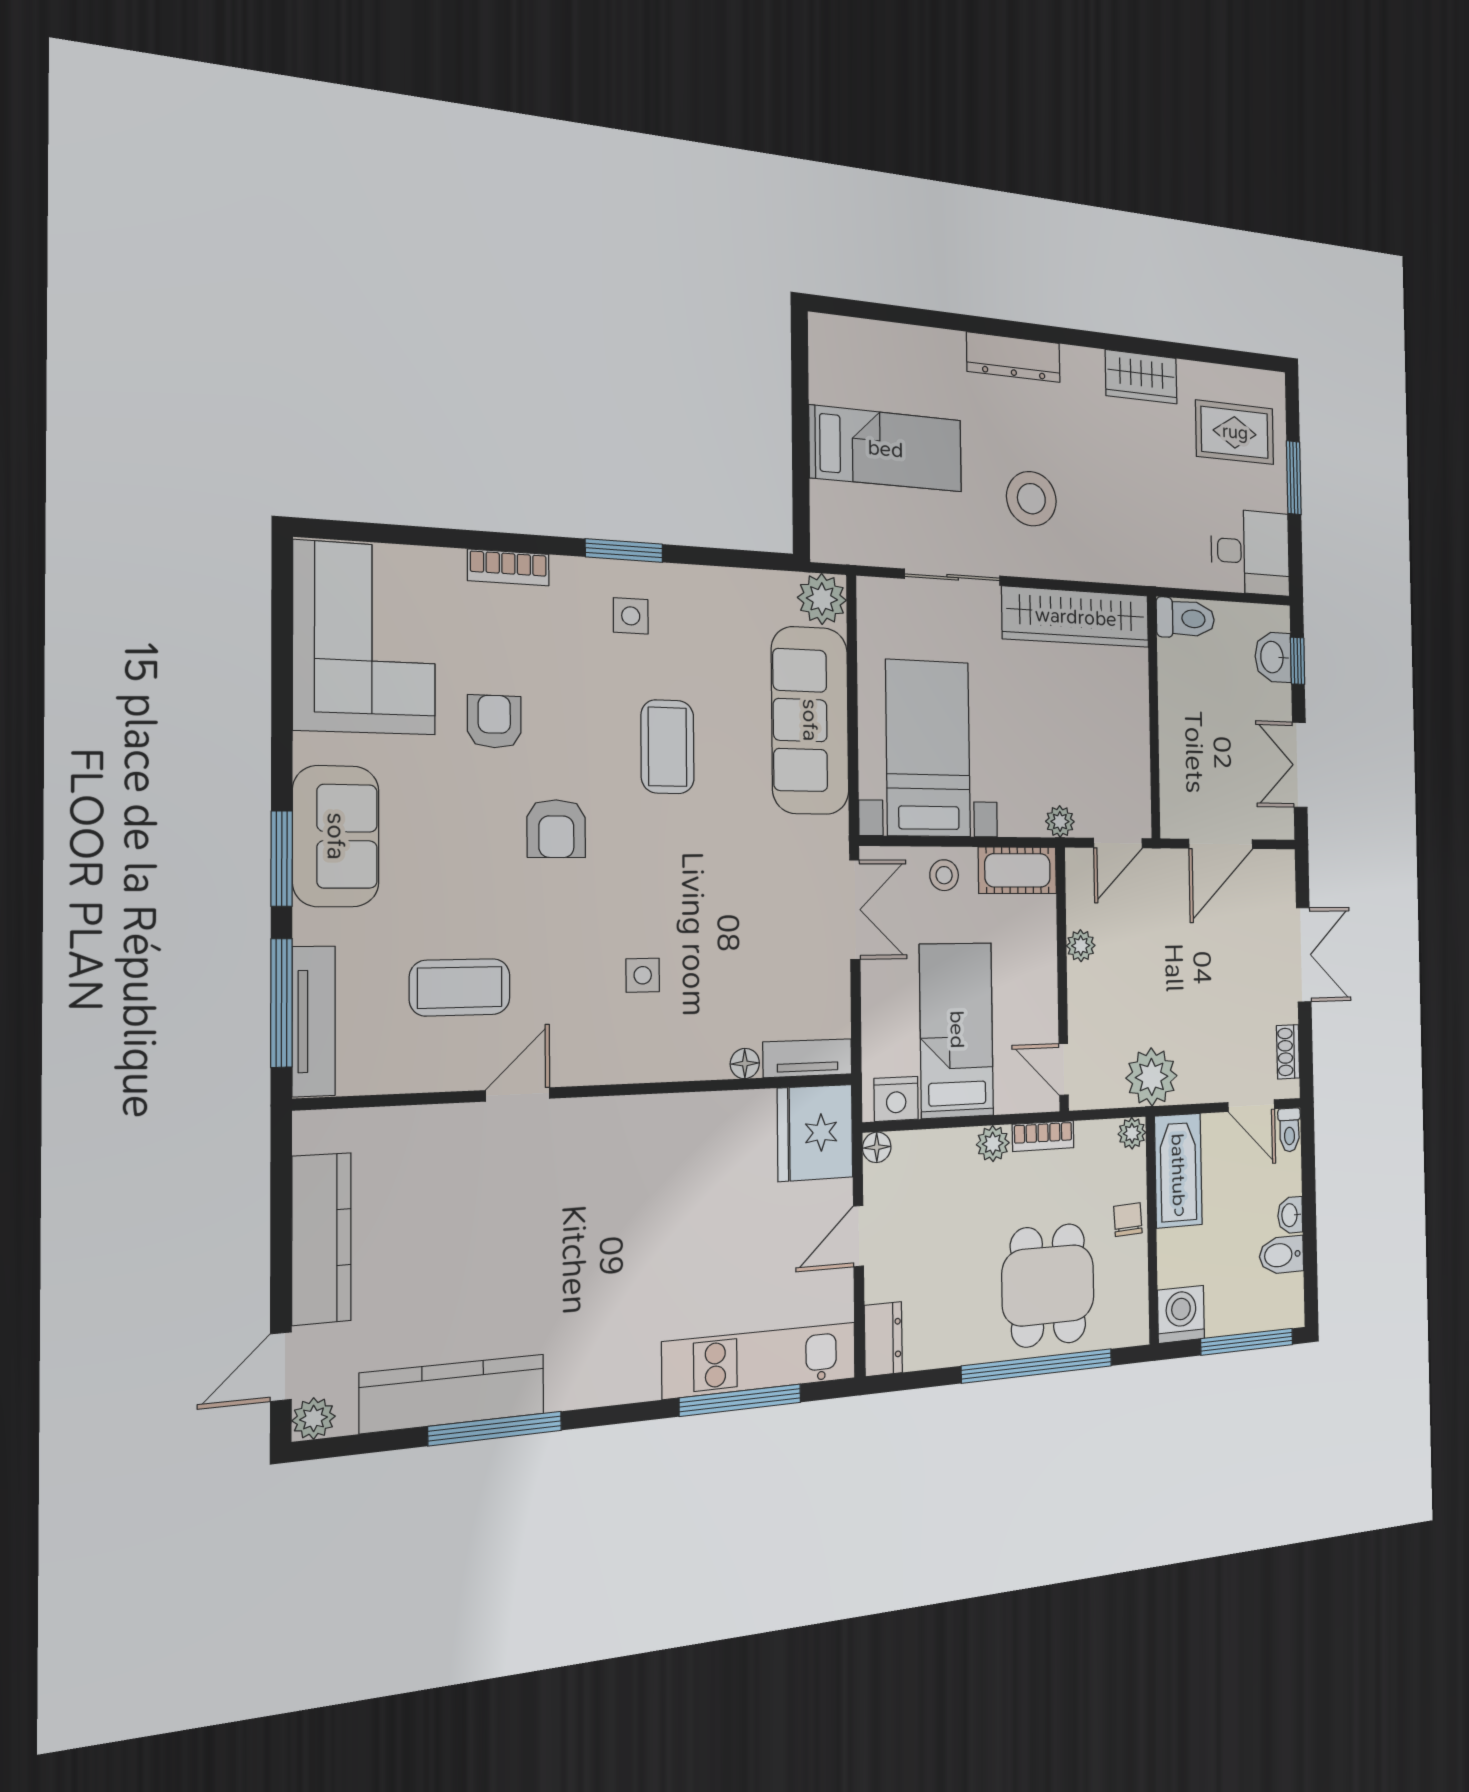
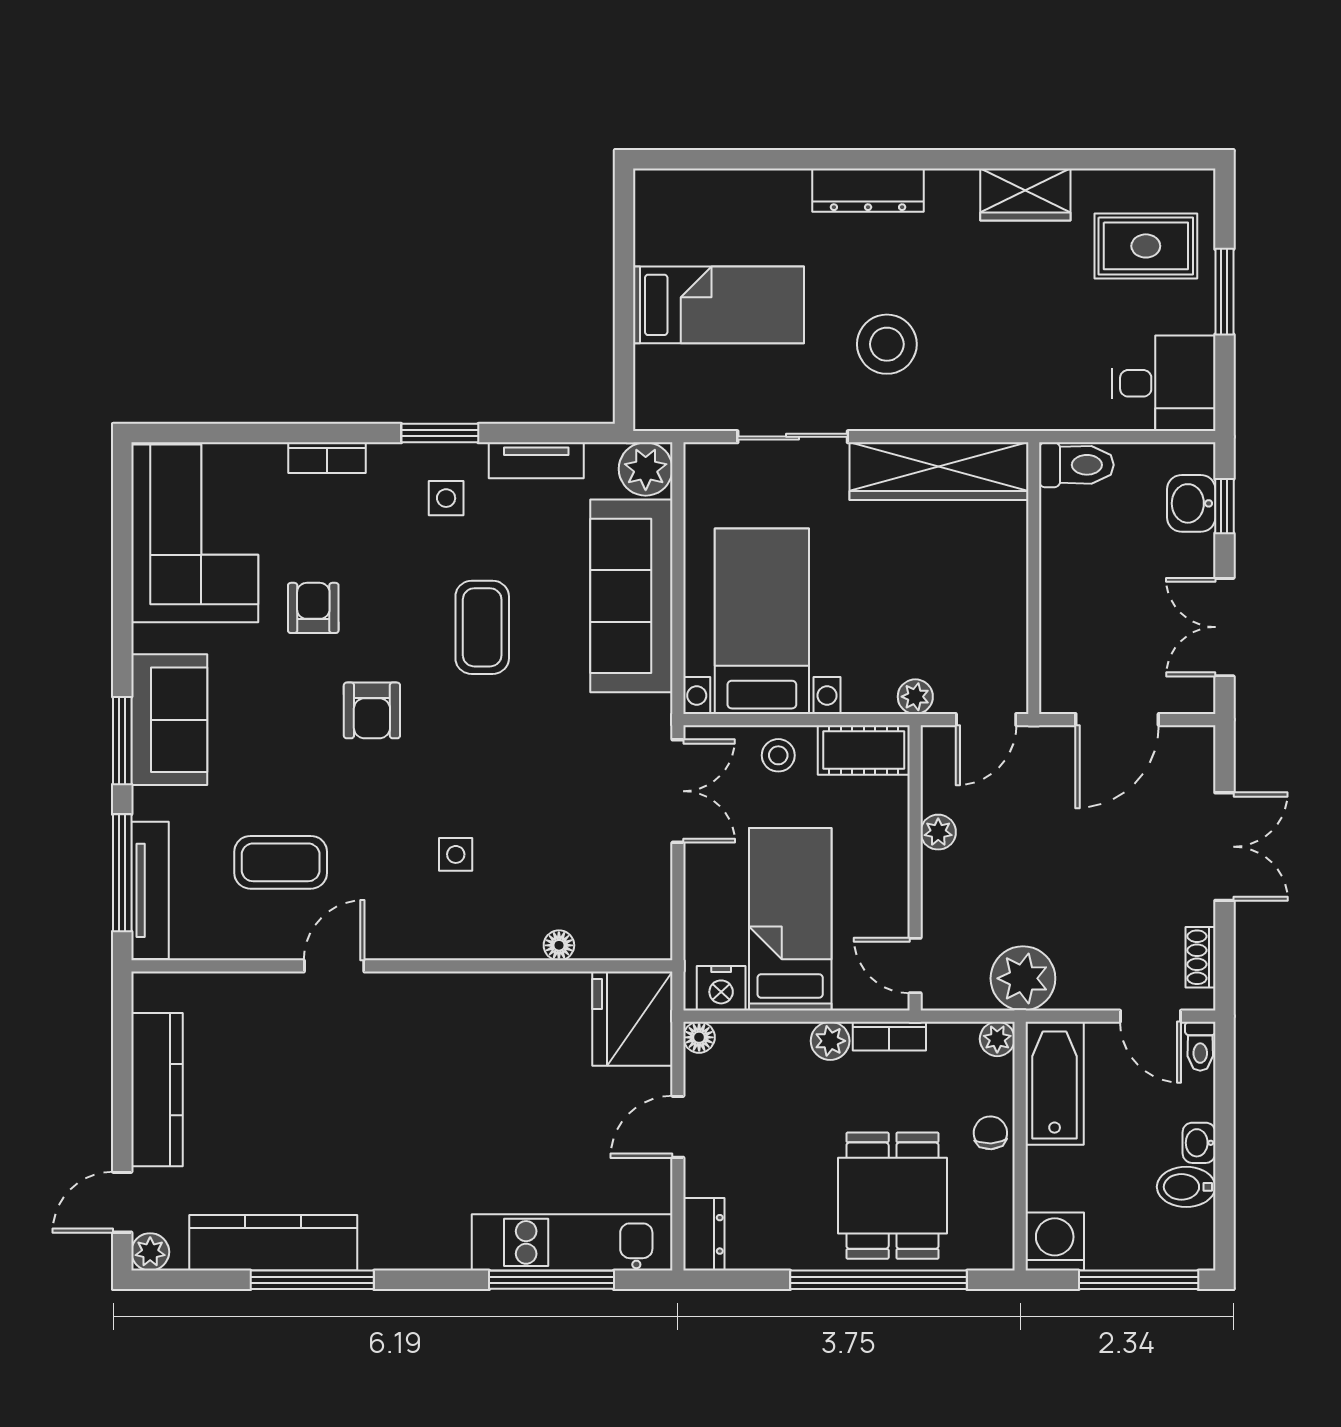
tv unit: (808, 1058) -> (536, 460), moved, turned 180

